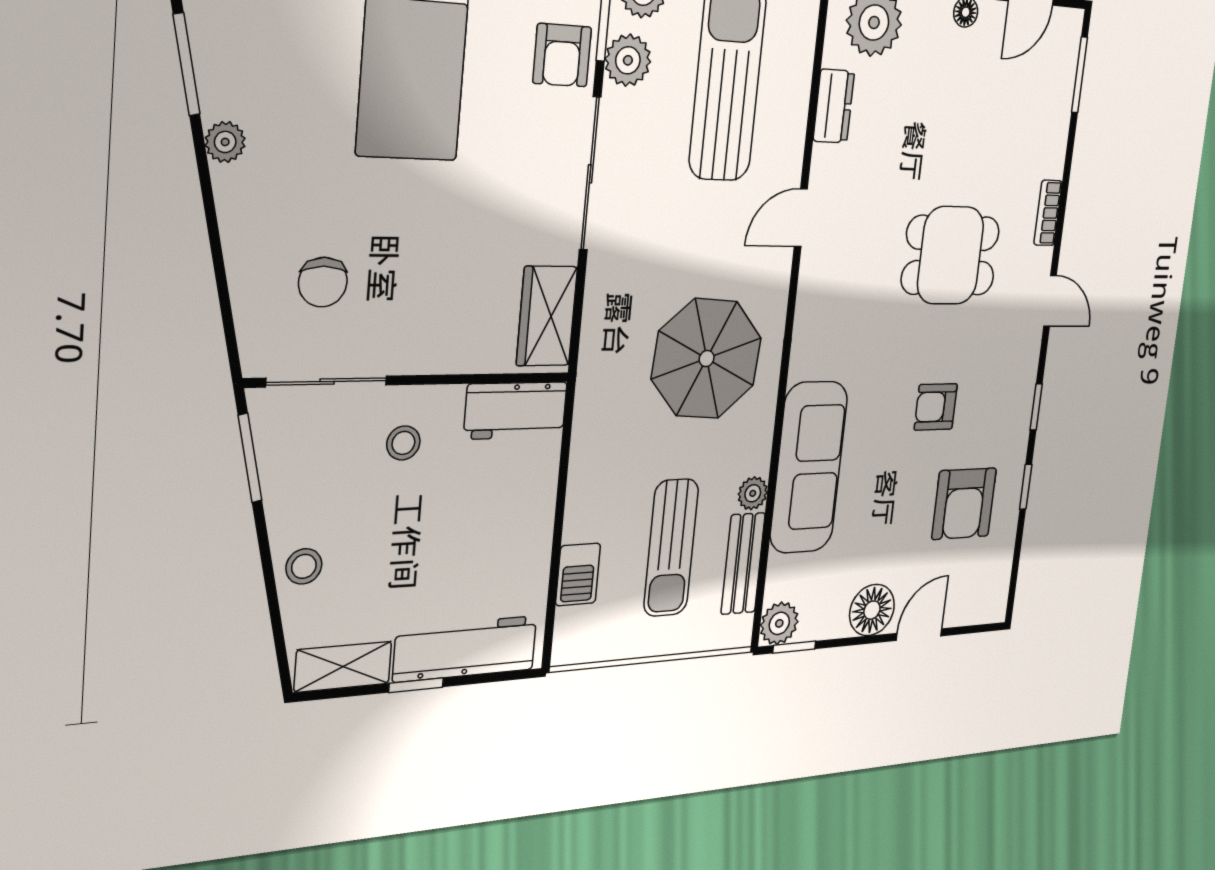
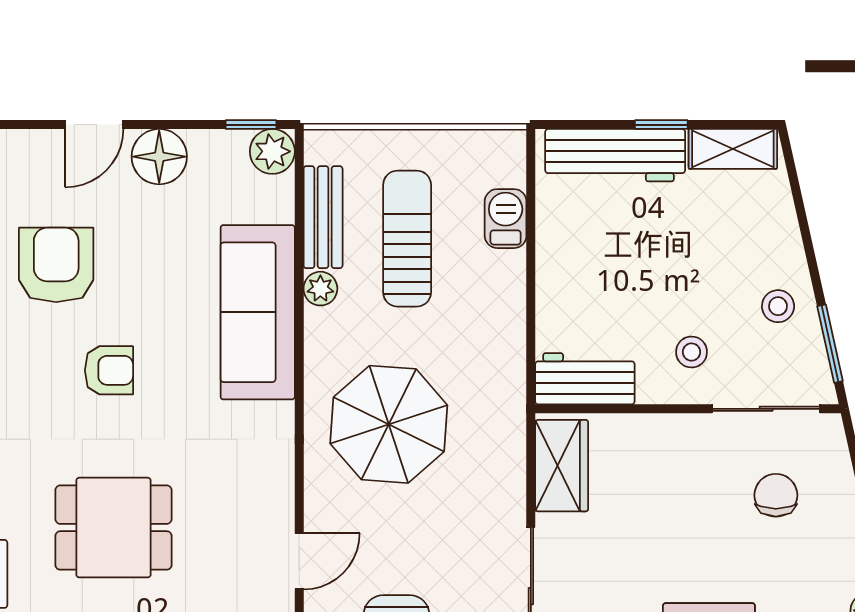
stool: (304, 566) -> (778, 306), moved

